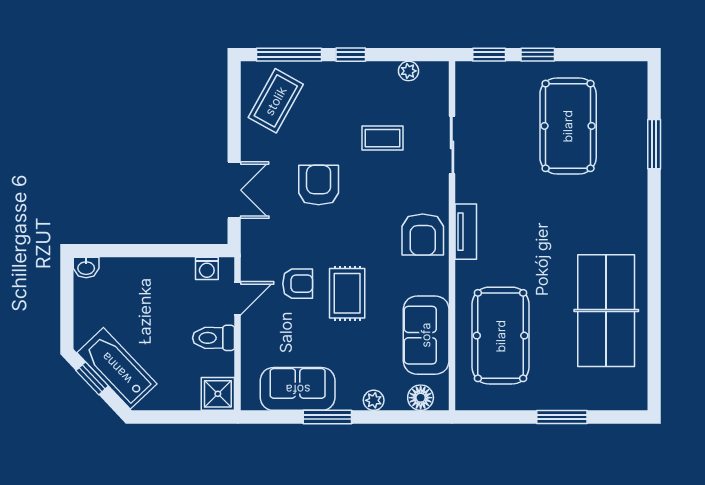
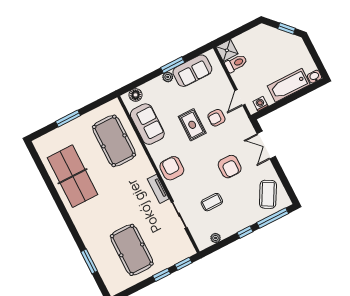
tv unit: (466, 232) -> (158, 189), moved
toilet: (214, 338) -> (236, 63), moved
bathtub: (117, 368) -> (289, 85), moved, turned 133
plant: (374, 400) -> (168, 77), moved

